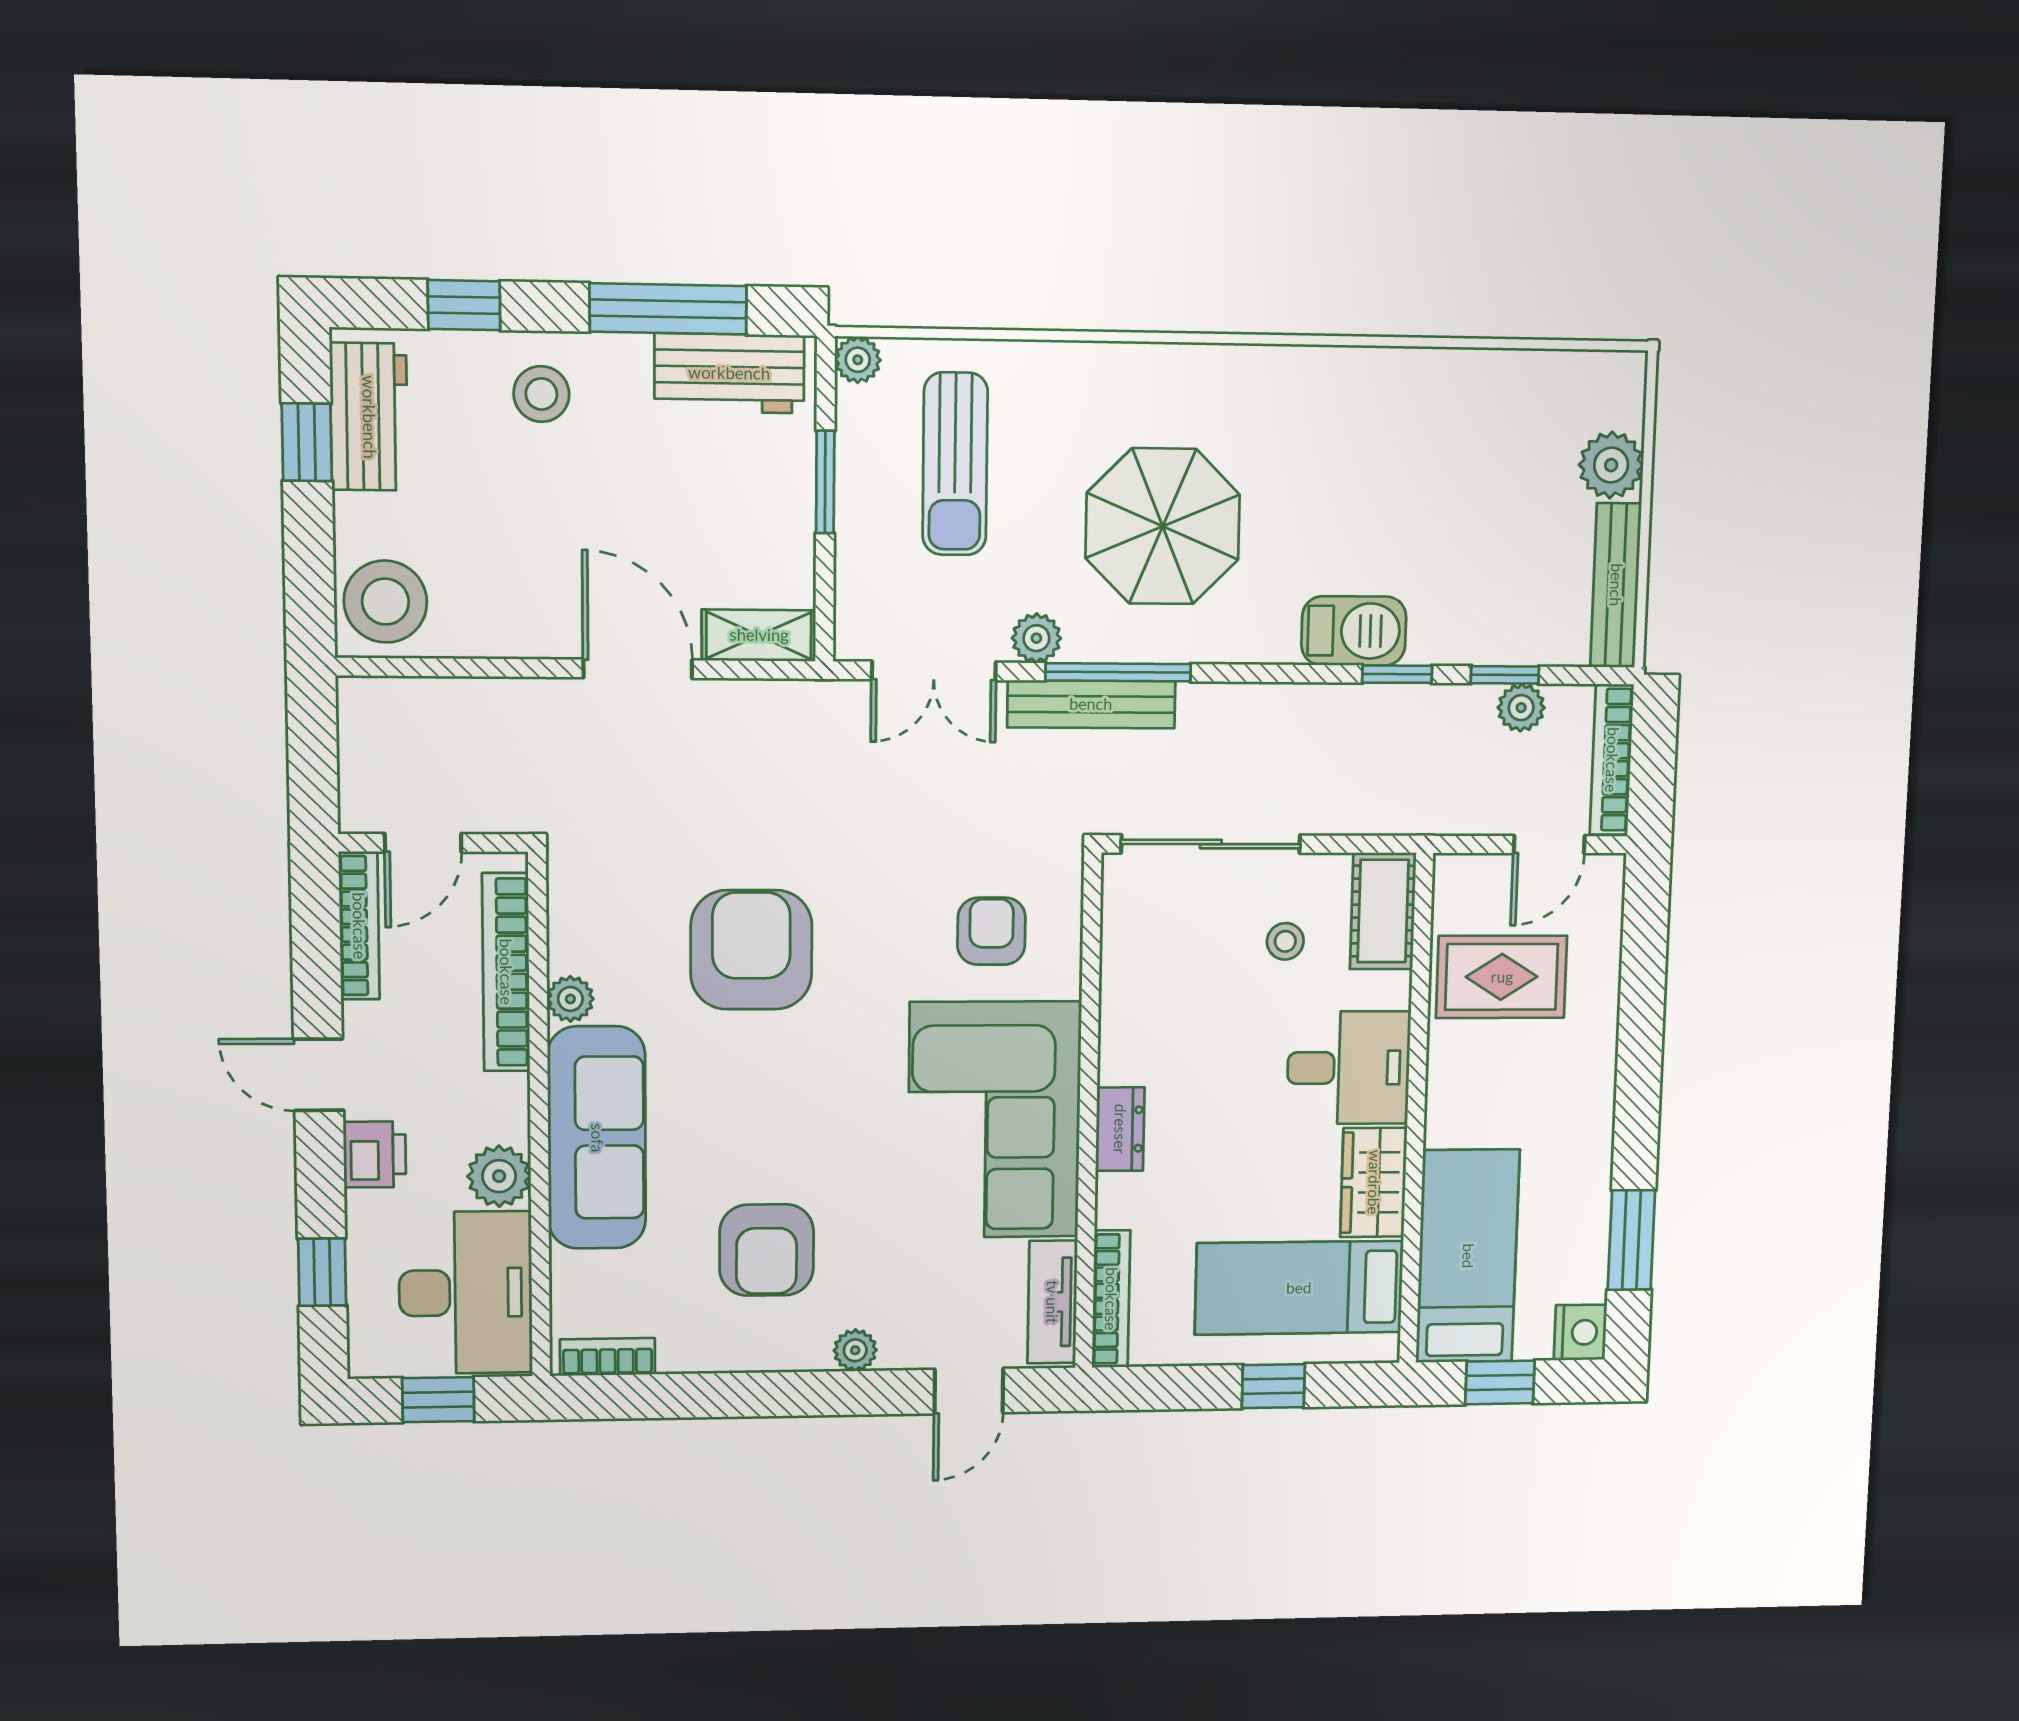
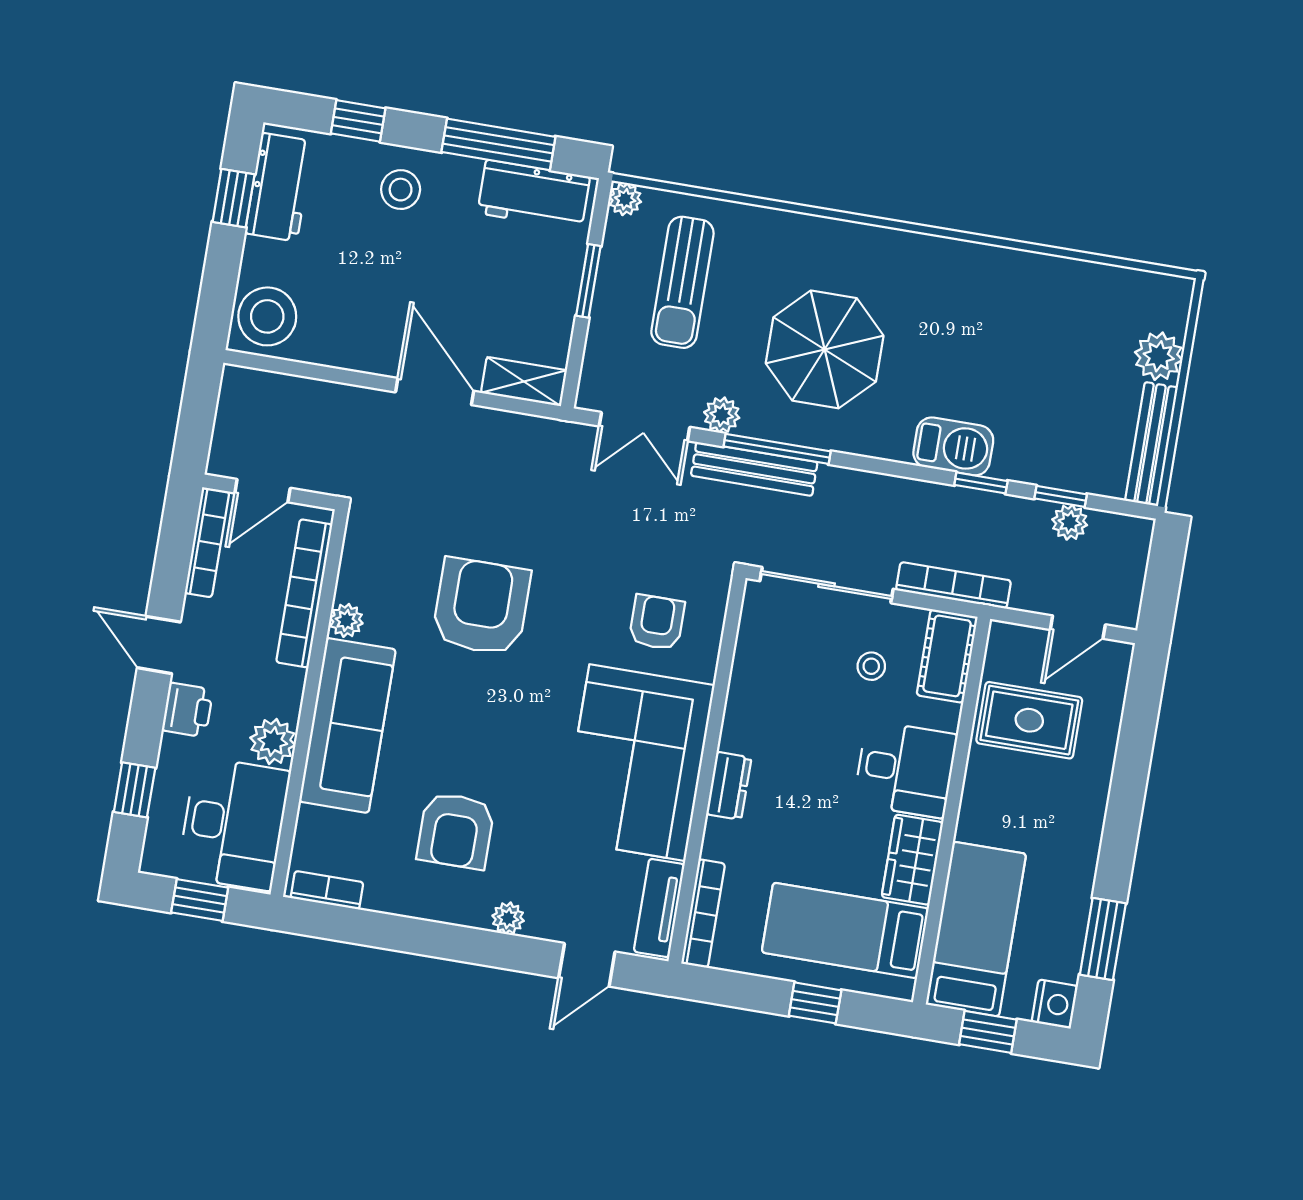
bookcase: (1612, 760) -> (953, 585), moved, turned 90

